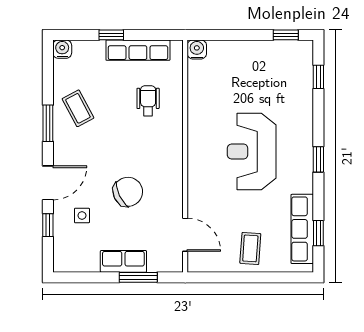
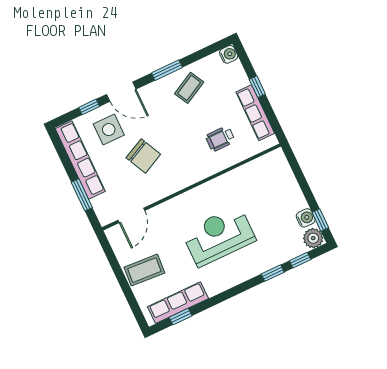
water cooler: (197, 49) -> (306, 218), moved
plant: (302, 52) -> (313, 238), added
wheelchair: (148, 101) -> (220, 139), turned 180
window: (318, 159) -> (273, 273), moved
side table: (82, 216) -> (109, 130), width x1.87, depth x1.87
coffee table: (250, 248) -> (144, 270), width x1.36, depth x1.30
row of seats: (123, 261) -> (80, 160), width x2.02

